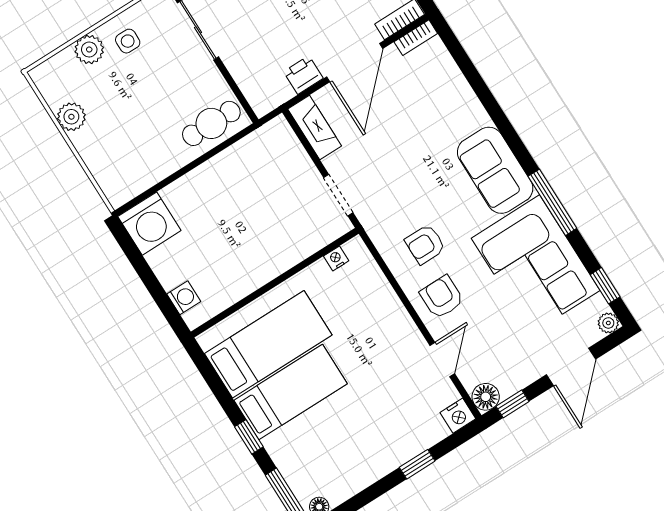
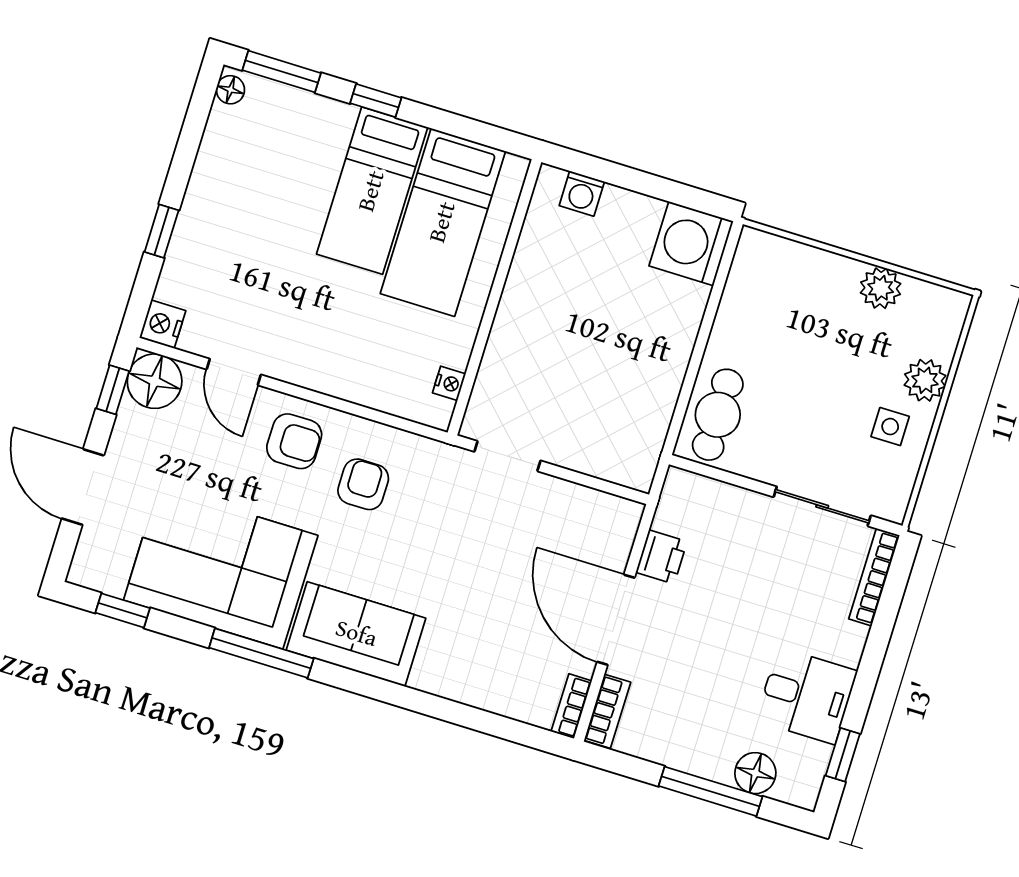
fireplace: (315, 128) -> (598, 509), removed
plant: (608, 323) -> (83, 572), removed
floor lamp: (486, 397) -> (155, 381), width x1.38, depth x1.38

